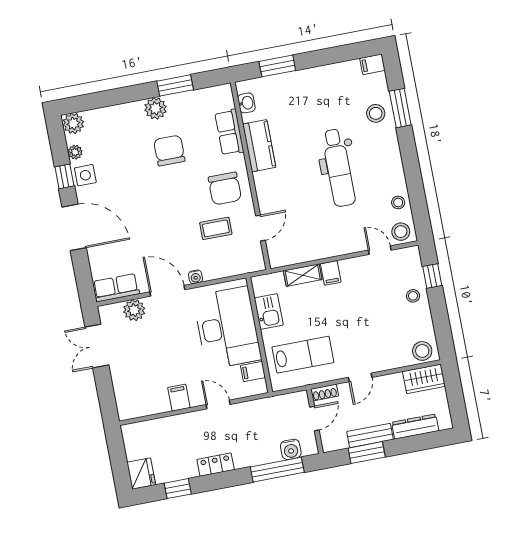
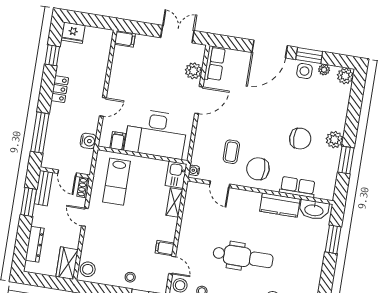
washbasin: (246, 103) -> (314, 210), width x1.91, depth x1.45
dental chair: (338, 168) -> (243, 257), turned 180
window: (64, 176) -> (309, 56), width x1.50
door: (380, 250) -> (172, 265), hinge flipped
filing cabinet: (331, 273) -> (165, 248), moved
water cooler: (196, 277) -> (194, 170), moved
kitchen sink: (269, 312) -> (176, 175), moved, turned 90
filing cabinet: (179, 398) -> (125, 39), moved
bench: (370, 435) -> (43, 188), moved
water cooler: (291, 449) -> (88, 141), moved, turned 180

